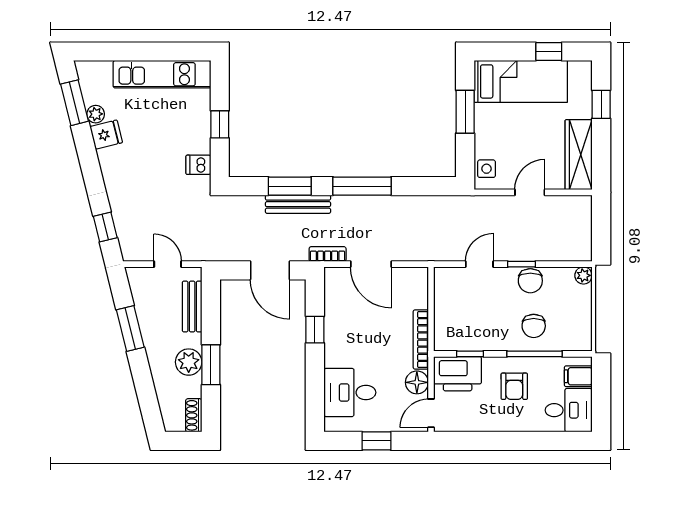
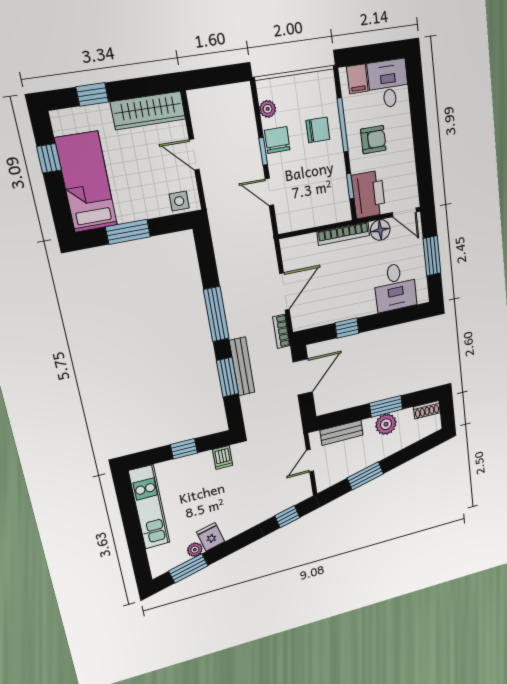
plant: (583, 275) -> (268, 109), moved
chair: (530, 281) -> (277, 140), turned -90
window: (376, 441) -> (432, 256), width x1.50

